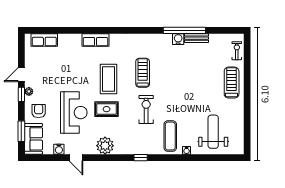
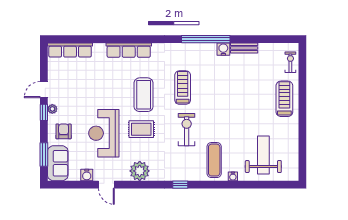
window: (184, 30) -> (206, 39), moved
row of seats: (44, 40) -> (70, 50), width x1.48
row of seats: (96, 40) -> (129, 50), width x1.48
reception desk: (74, 113) -> (104, 133), turned 180

